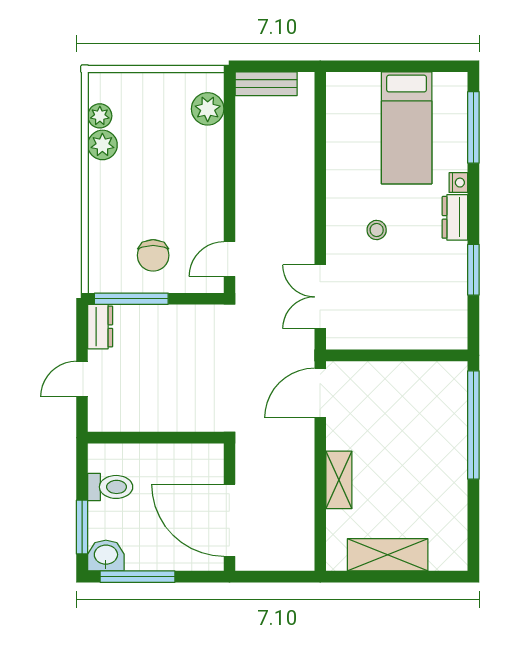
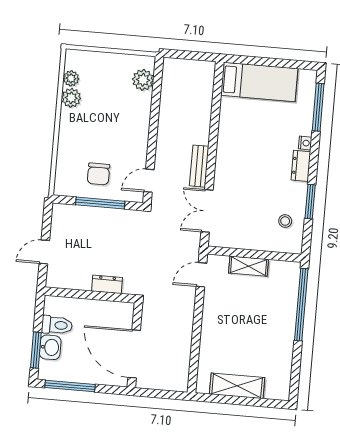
bench: (266, 84) -> (199, 166), moved, turned 90
bed: (407, 128) -> (259, 82), moved, turned -90
stool: (377, 230) -> (285, 221), moved
window: (131, 299) -> (100, 203), moved
dresser: (100, 327) -> (107, 284), moved, turned -90
door: (320, 393) -> (202, 275), width x0.73
shelving: (339, 480) -> (249, 266), moved, turned 90
washbasin: (106, 556) -> (50, 347), moved, turned 90

